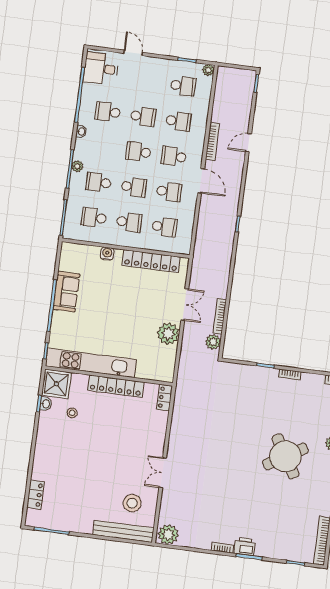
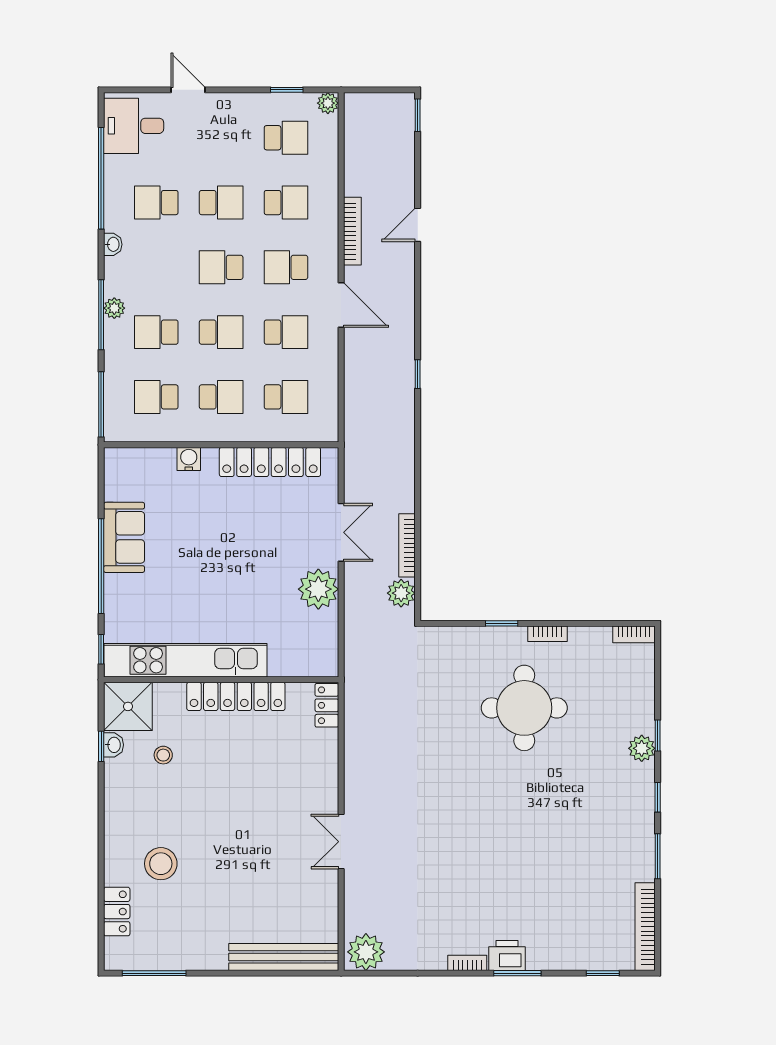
round table: (285, 456) -> (524, 708), moved, turned 31
stool: (132, 503) -> (161, 864), moved

